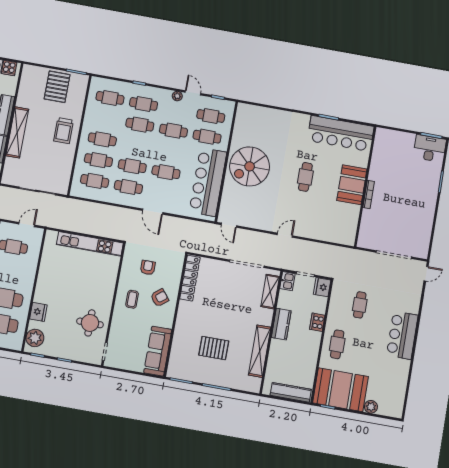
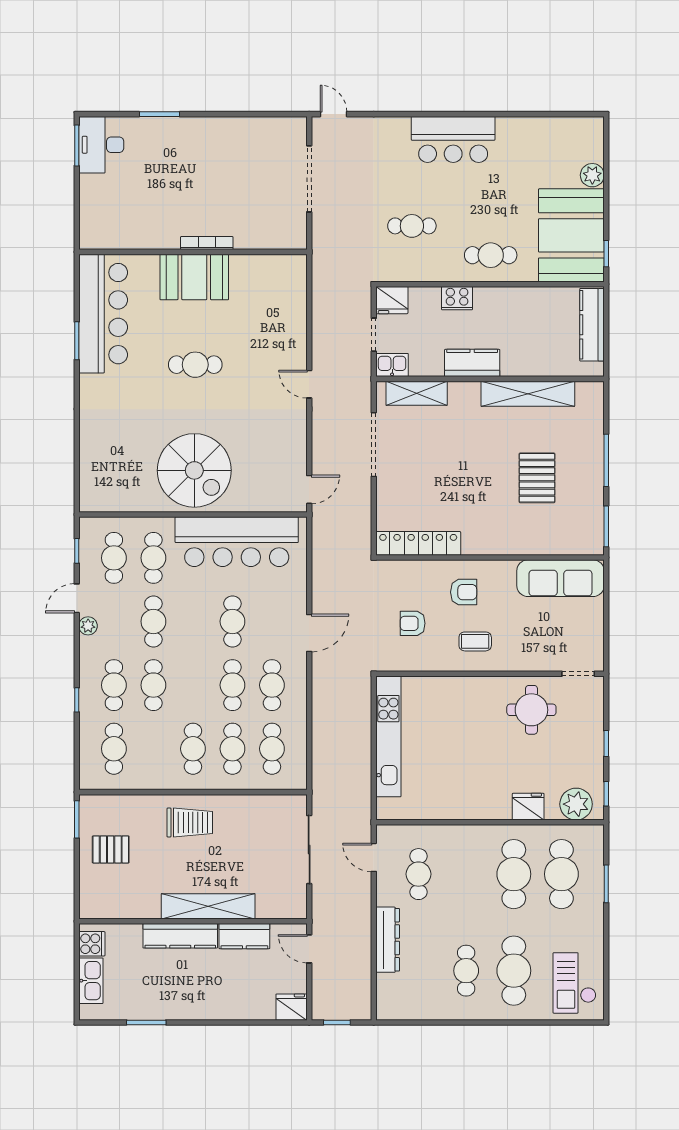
pallet: (57, 87) -> (111, 849), width x0.67, depth x0.71
armchair: (160, 298) -> (464, 592), turned 129

